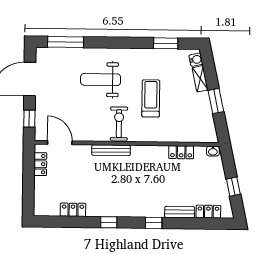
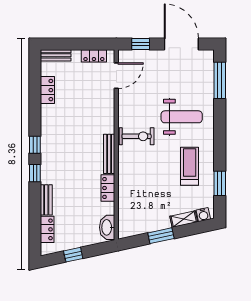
weight bench: (101, 80) -> (182, 117), turned 90
treadmill: (151, 98) -> (190, 166), moved, turned -90
bench: (111, 150) -> (109, 154), moved
washbasin: (213, 151) -> (107, 227), width x1.91, depth x1.45
locker: (181, 152) -> (108, 188), moved
bench: (39, 201) -> (56, 55), added
window: (109, 222) -> (35, 145), moved

